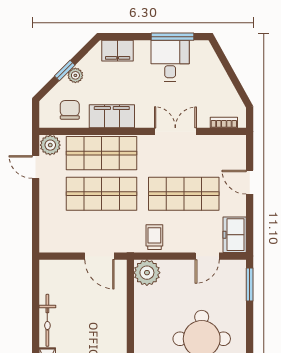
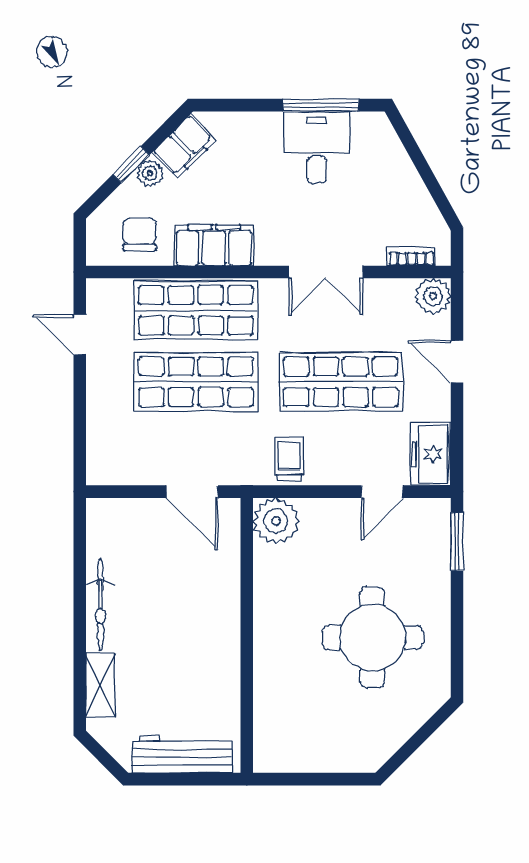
filing cabinet: (118, 51) -> (184, 146), moved, turned -45
double door: (175, 131) -> (326, 272), swing flipped
plant: (50, 145) -> (433, 296), moved

